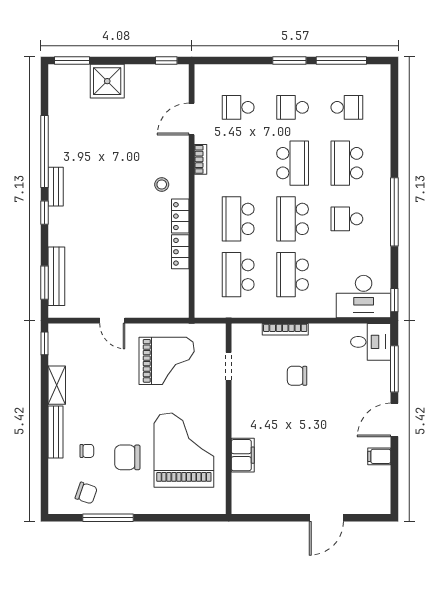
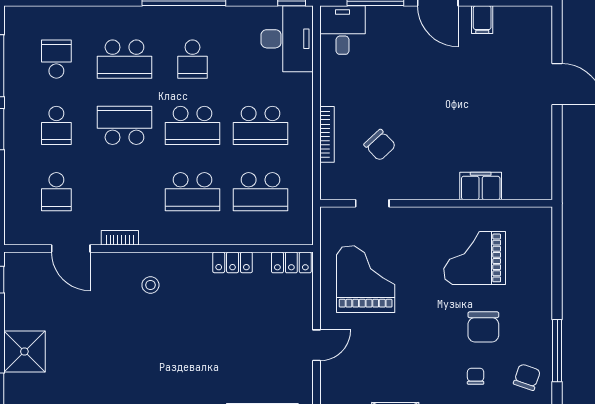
locker: (180, 216) -> (291, 262), moved
chair: (297, 376) -> (380, 145), moved, turned -43
grand piano: (184, 450) -> (475, 258), width x0.73, depth x0.68

